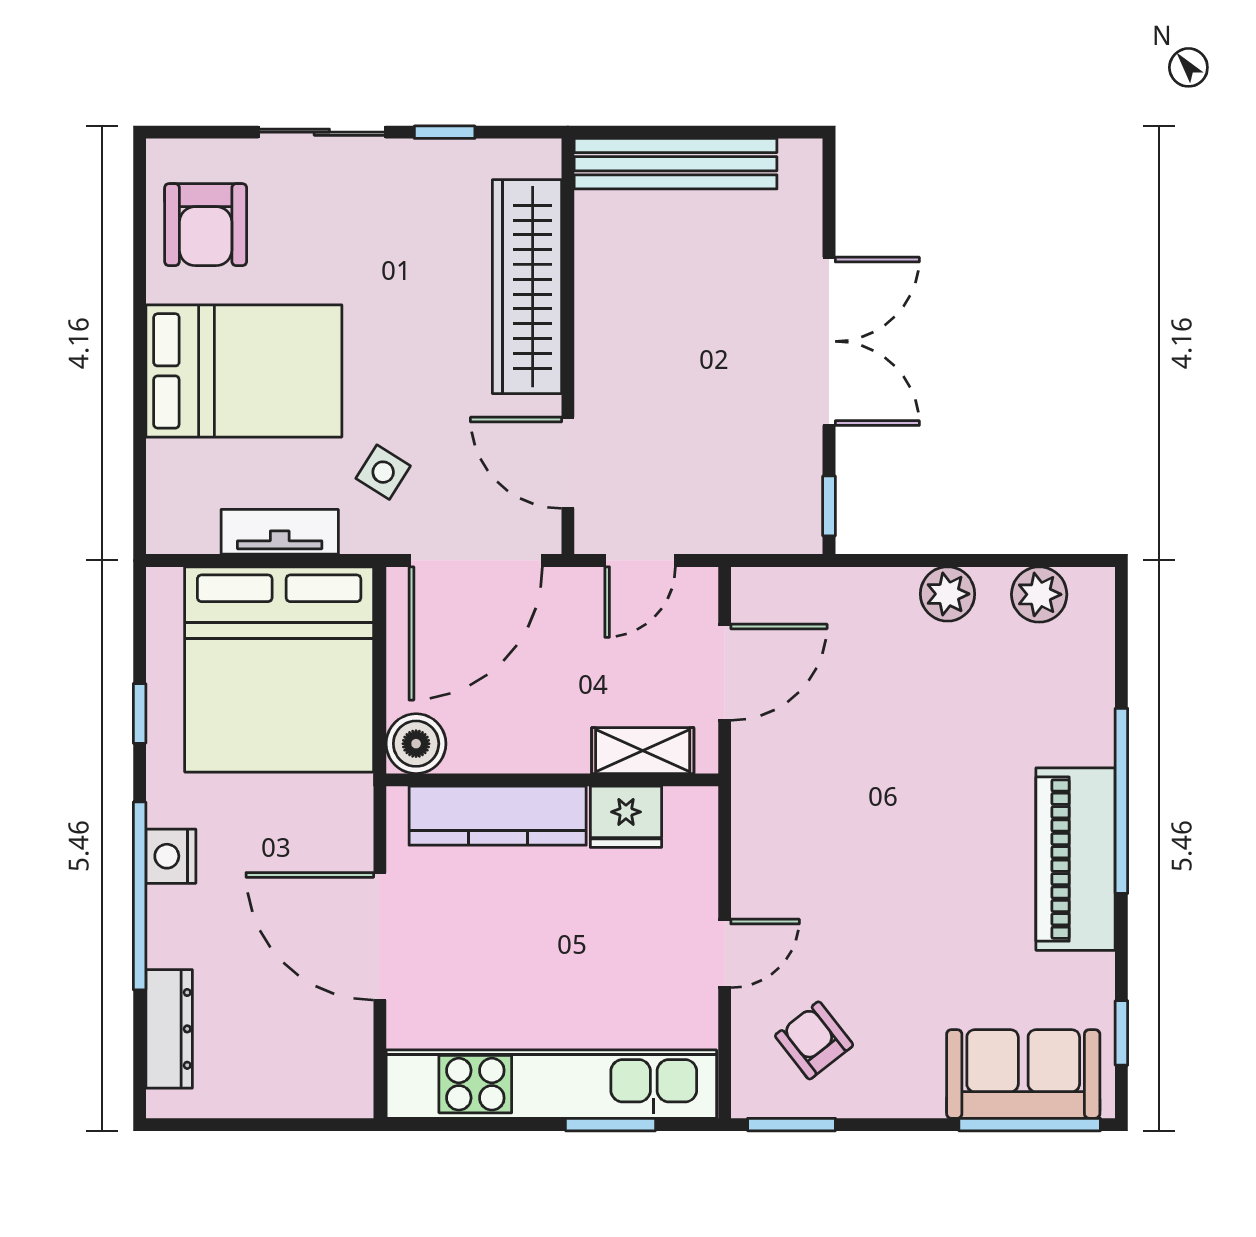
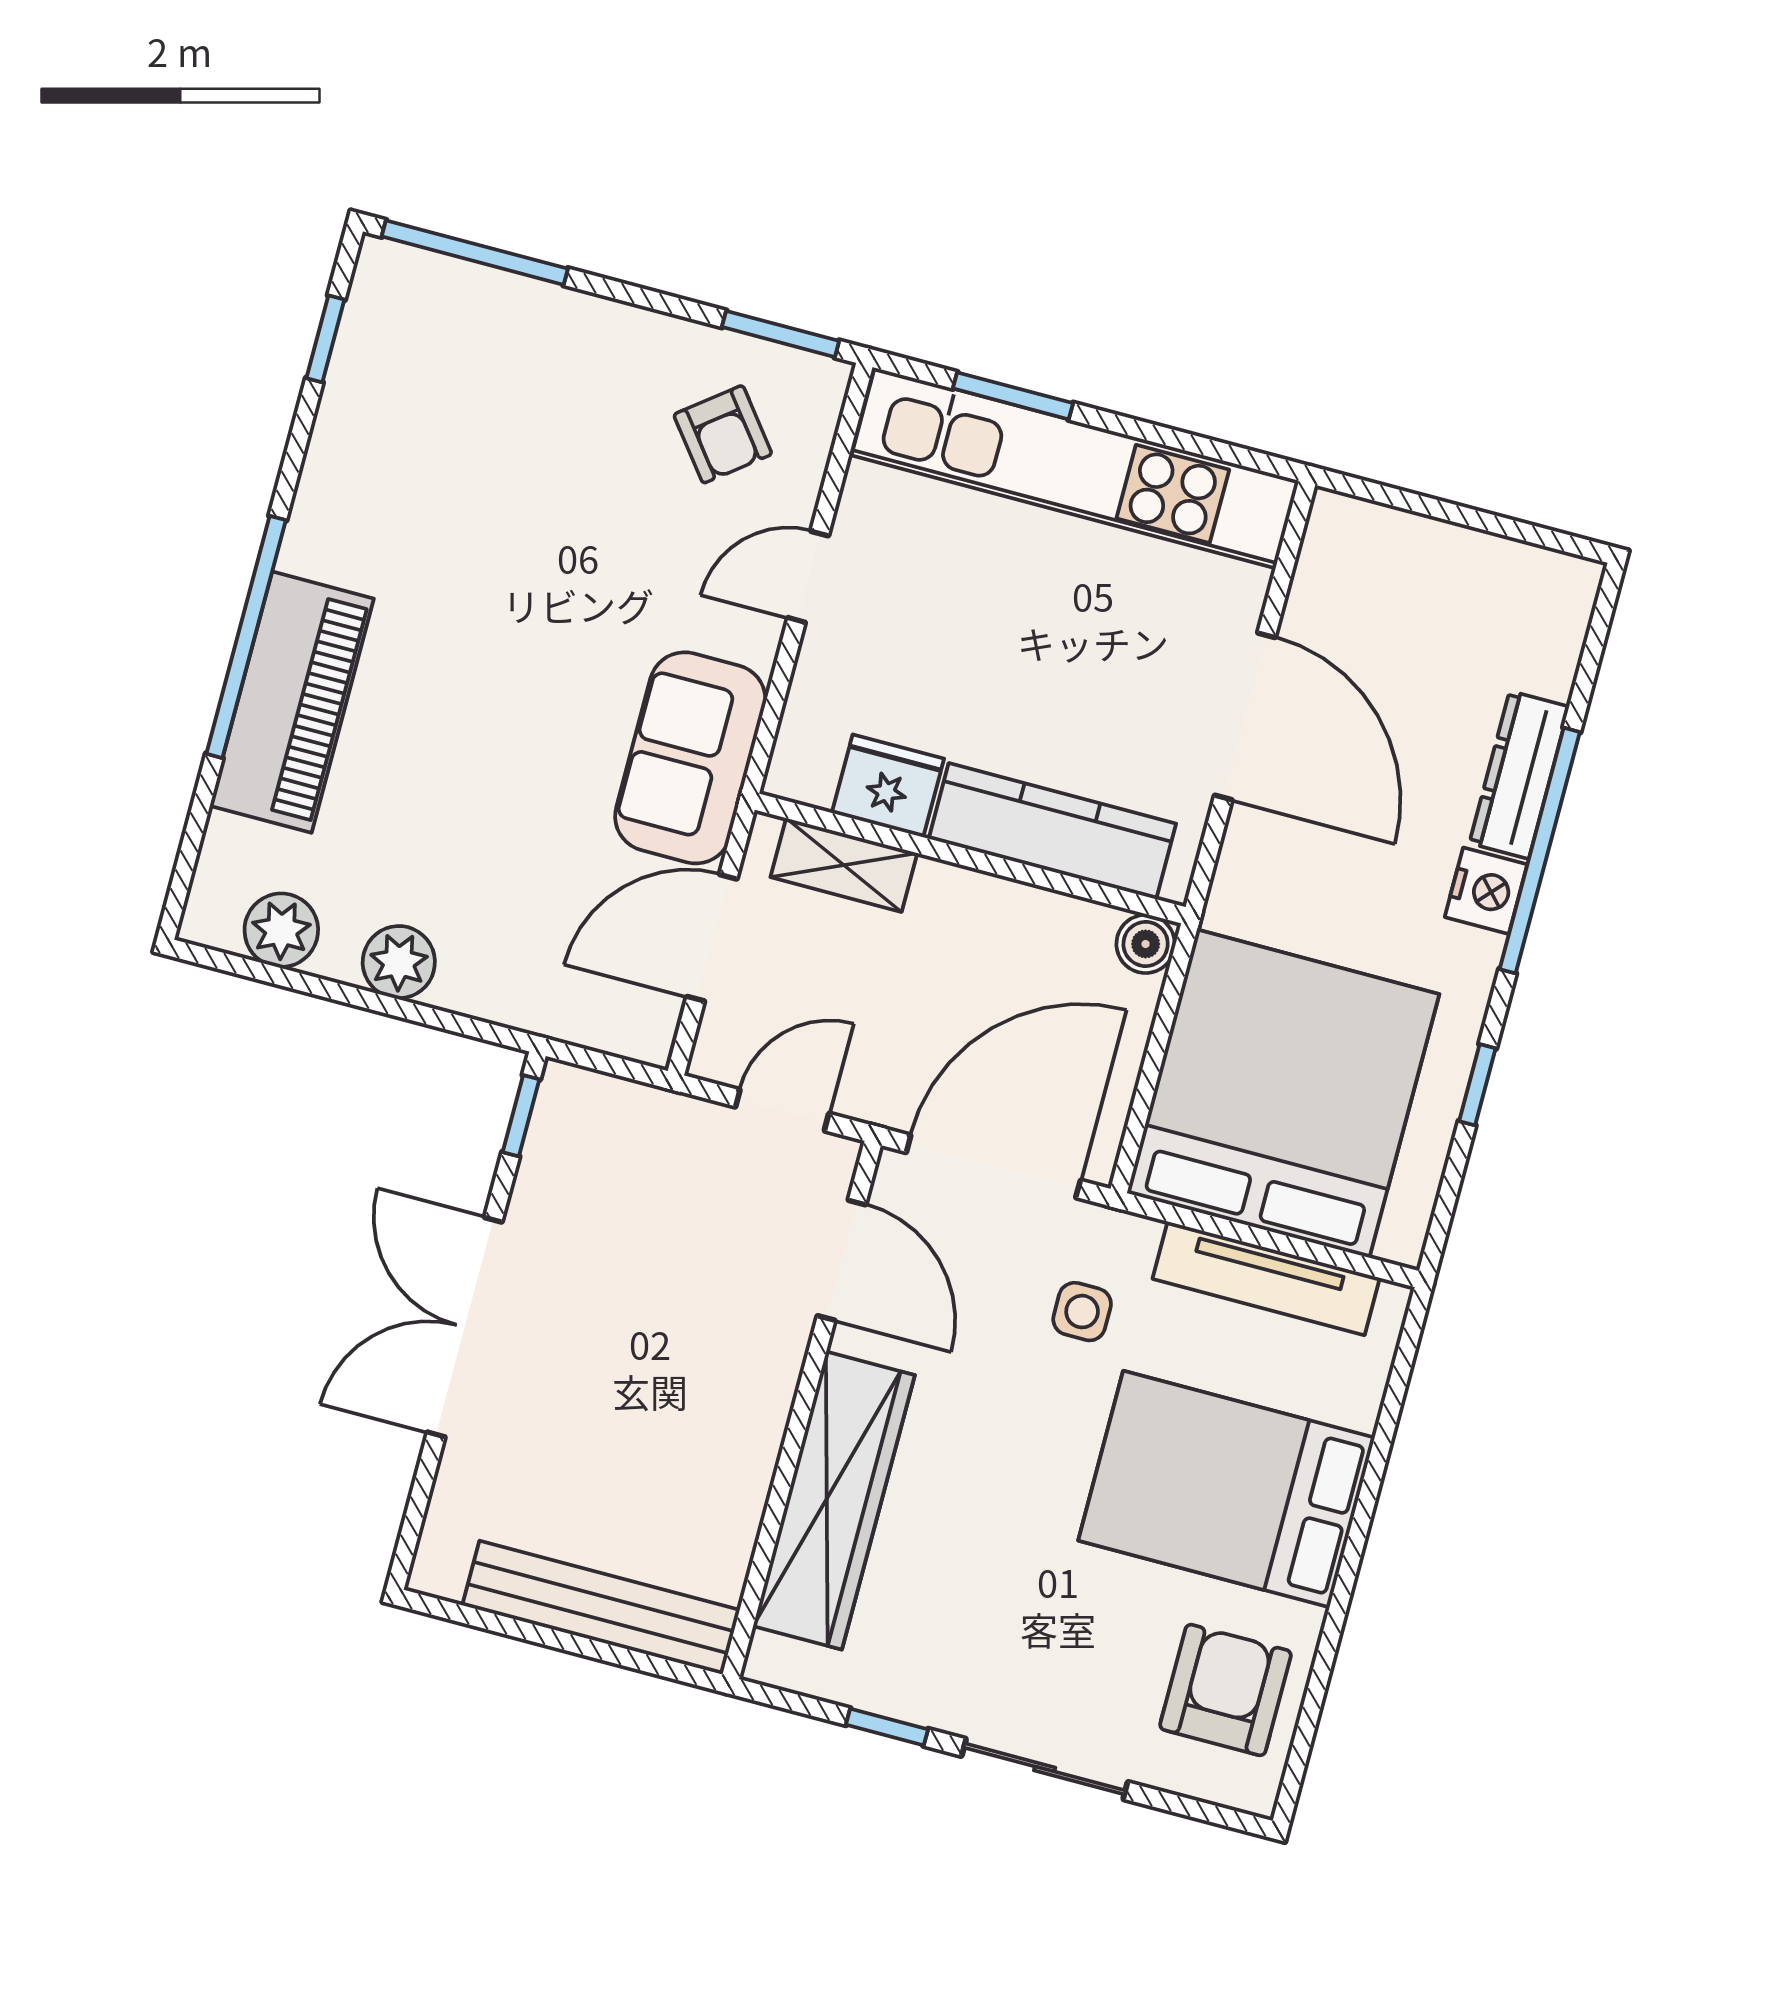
side table: (383, 472) -> (1082, 1312), turned -32
tv unit: (280, 532) -> (1266, 1278), width x1.41
boiler: (416, 744) -> (1146, 944), width x0.73, depth x0.73
piano: (1076, 859) -> (292, 702), moved
dresser: (169, 1029) -> (1519, 775), moved
sofa: (1023, 1074) -> (690, 758), moved, turned 90

